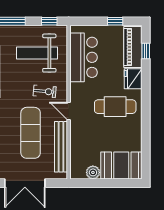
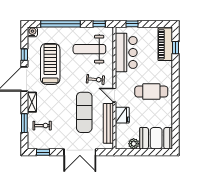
window: (115, 21) -> (132, 24), moved
fridge: (133, 79) -> (122, 115), moved, turned 180

